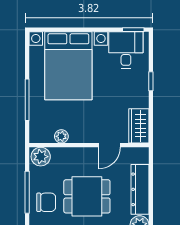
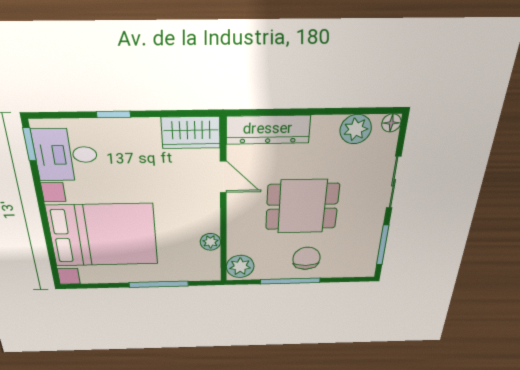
dresser: (140, 189) -> (268, 130), moved
dining table: (87, 196) -> (302, 207), turned 90

